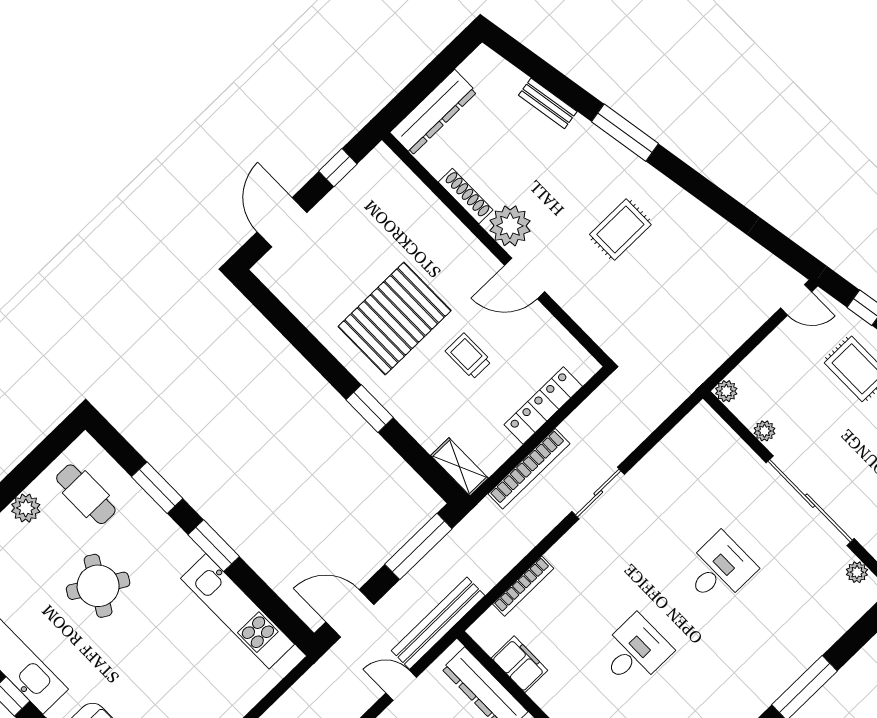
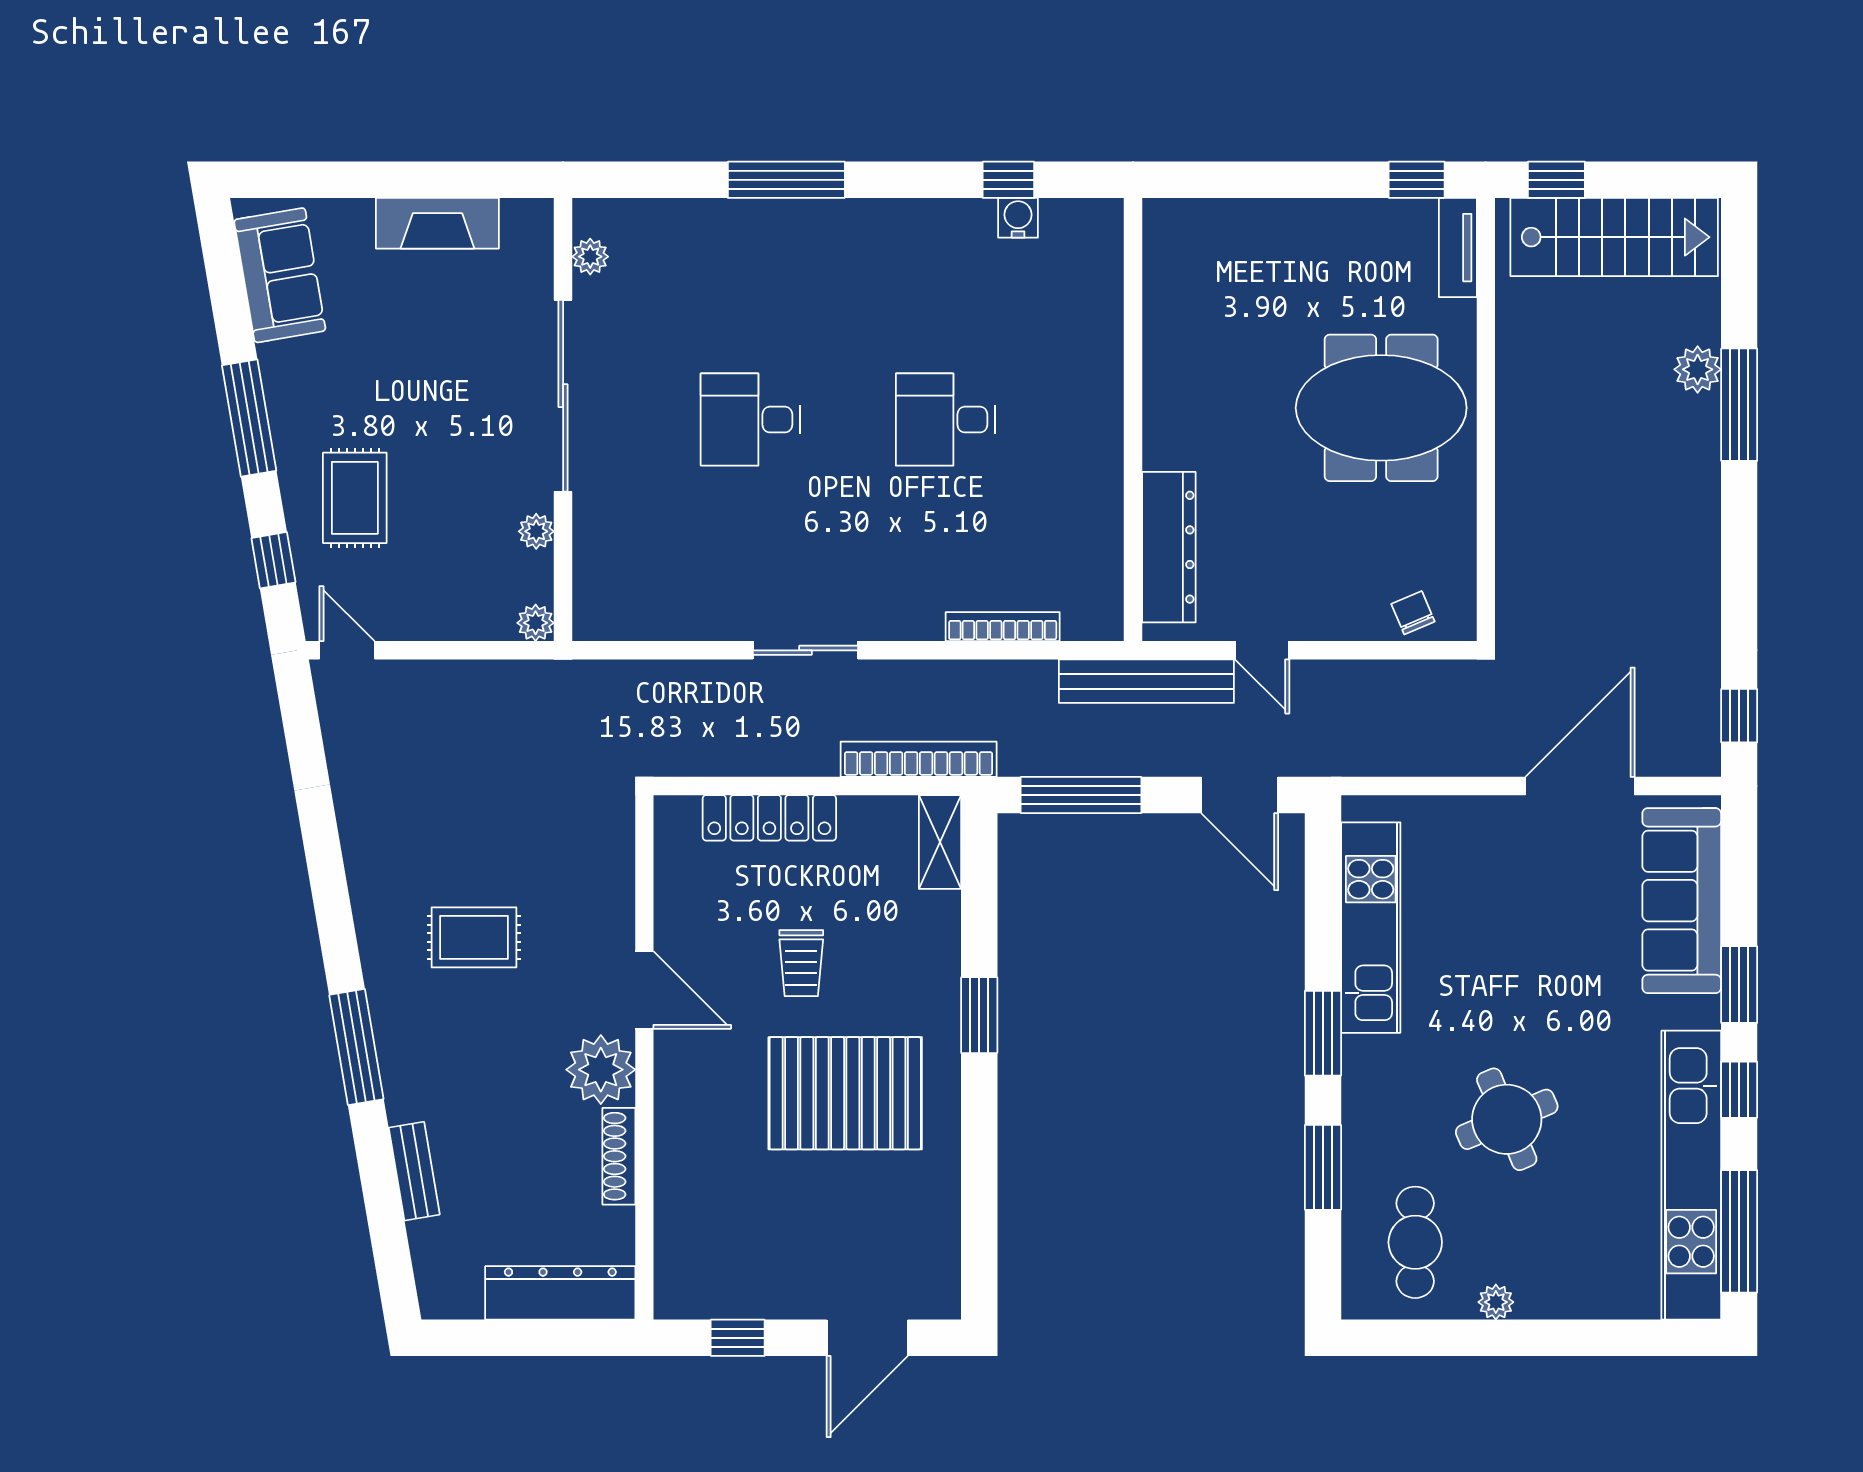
bookcase: (529, 469) -> (919, 759), moved
plant: (26, 508) -> (1496, 1302), width x0.73, depth x0.73
round table: (98, 586) -> (1507, 1119), turned 36
filing cabinet: (520, 664) -> (1097, 538), removed

